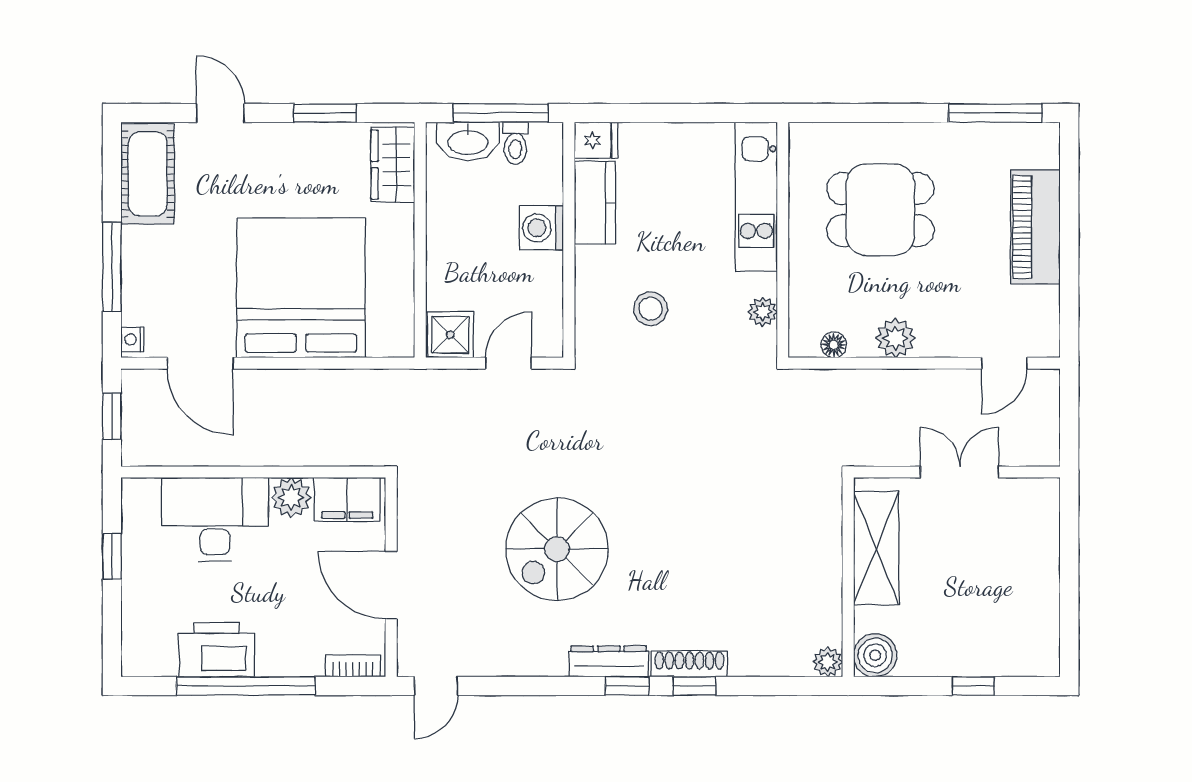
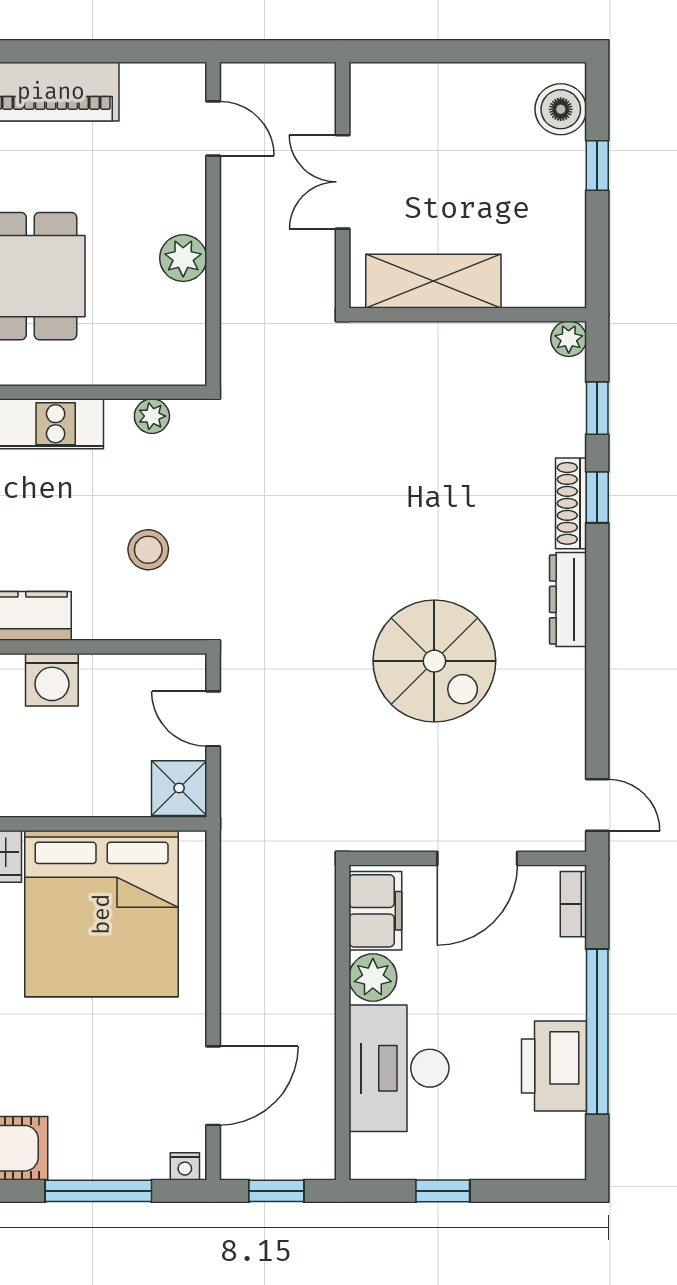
bed: (301, 288) -> (102, 914), moved, turned -90
floor lamp: (834, 345) -> (191, 332), removed
boiler: (875, 655) -> (561, 109), moved
window: (627, 686) -> (597, 408), moved

